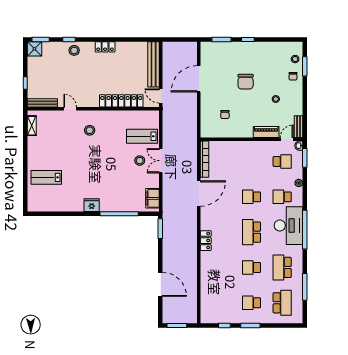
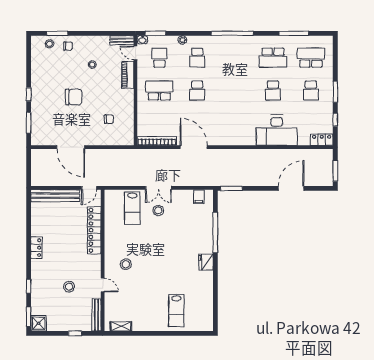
stool: (74, 50) -> (69, 287), moved
door: (70, 109) -> (103, 285), swing flipped
filing cabinet: (153, 198) -> (199, 197), width x0.50
desk: (289, 226) -> (277, 130), moved, turned 180
school desk: (252, 232) -> (159, 91), moved, turned 180
locker: (206, 241) -> (322, 140), moved

